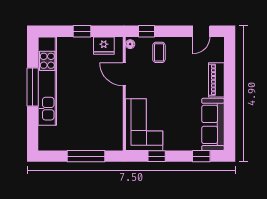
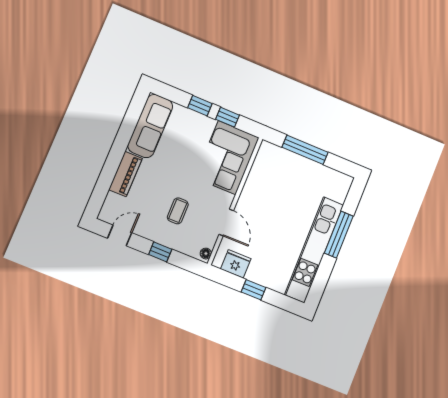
window: (146, 31) -> (160, 252), moved
coffee table: (159, 52) -> (178, 211), moved
window: (33, 87) -> (339, 235), moved
window: (201, 156) -> (200, 106), moved

